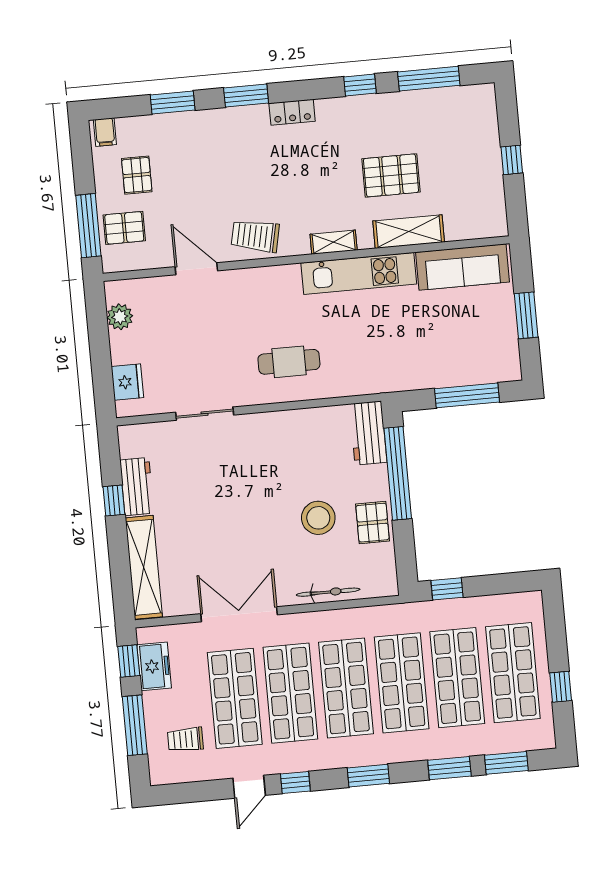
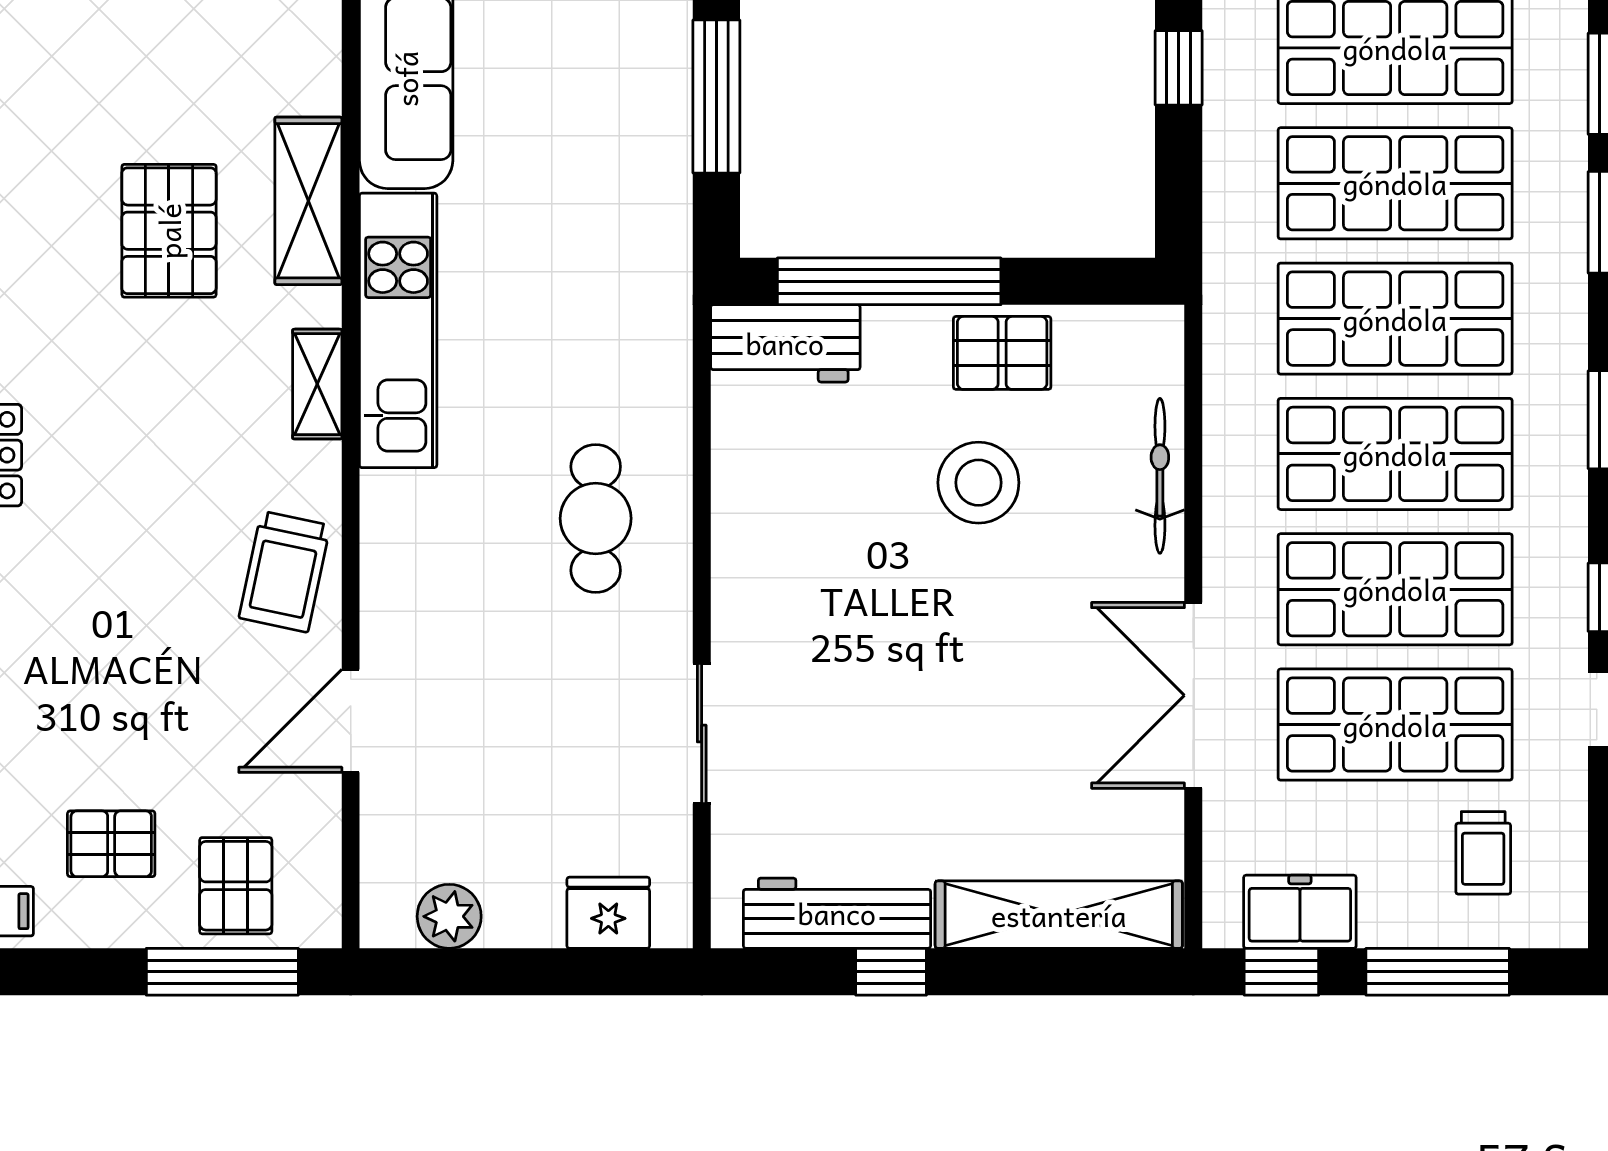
workbench: (137, 487) -> (837, 913), width x1.37
window: (447, 589) -> (1179, 68), moved

